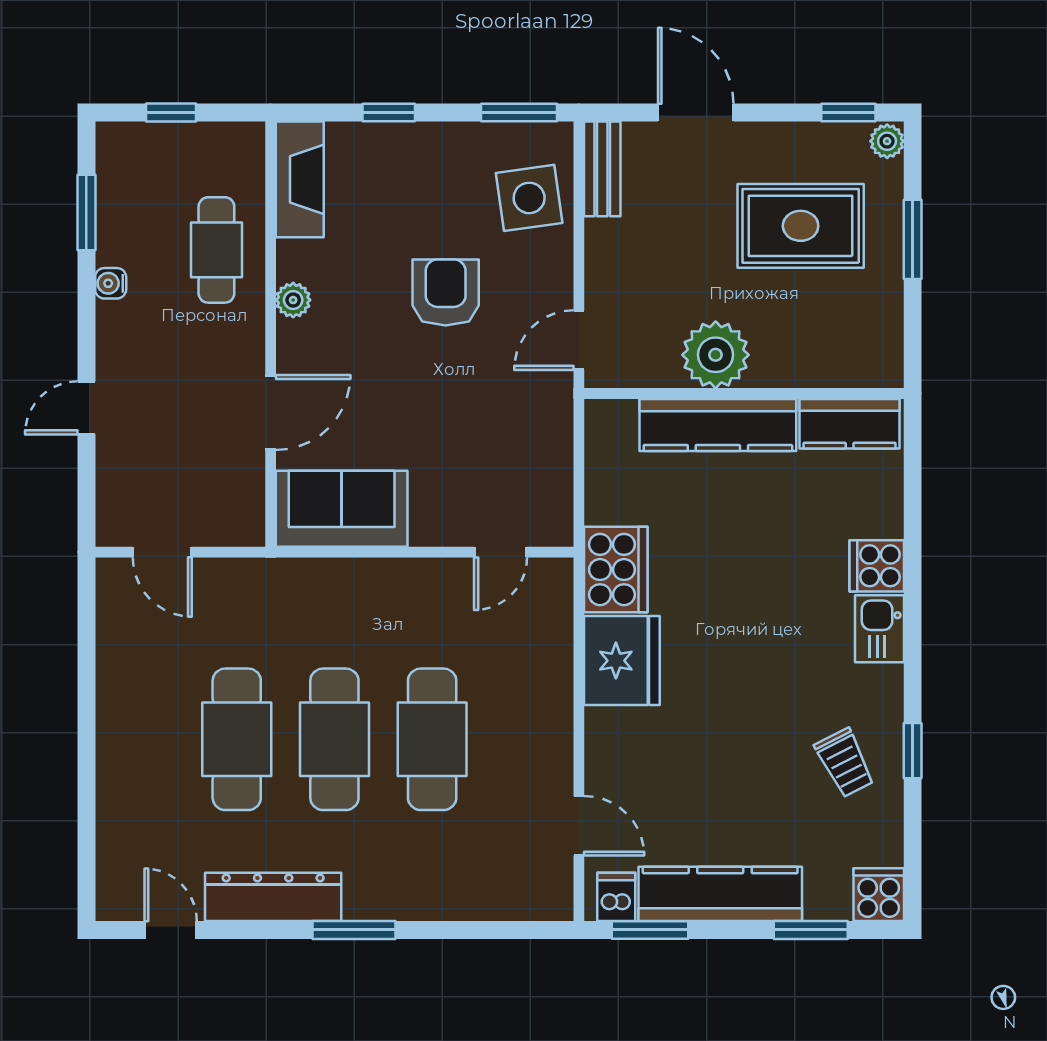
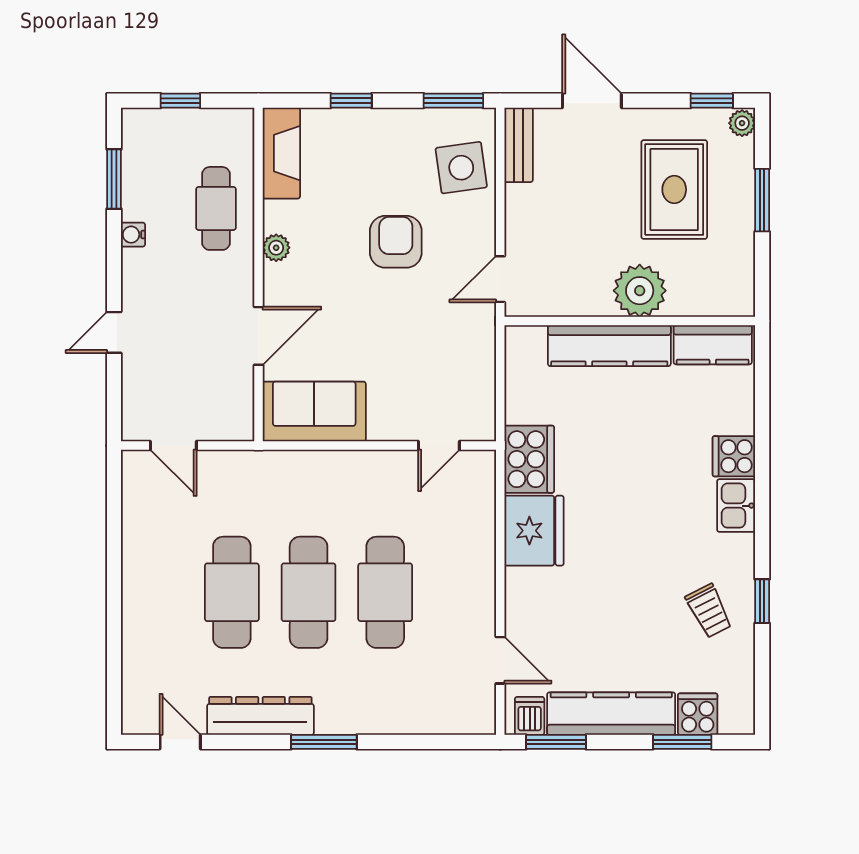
rug: (801, 226) -> (674, 190), turned 90
plant: (716, 355) -> (640, 291), moved
cooker: (879, 895) -> (698, 714), moved

